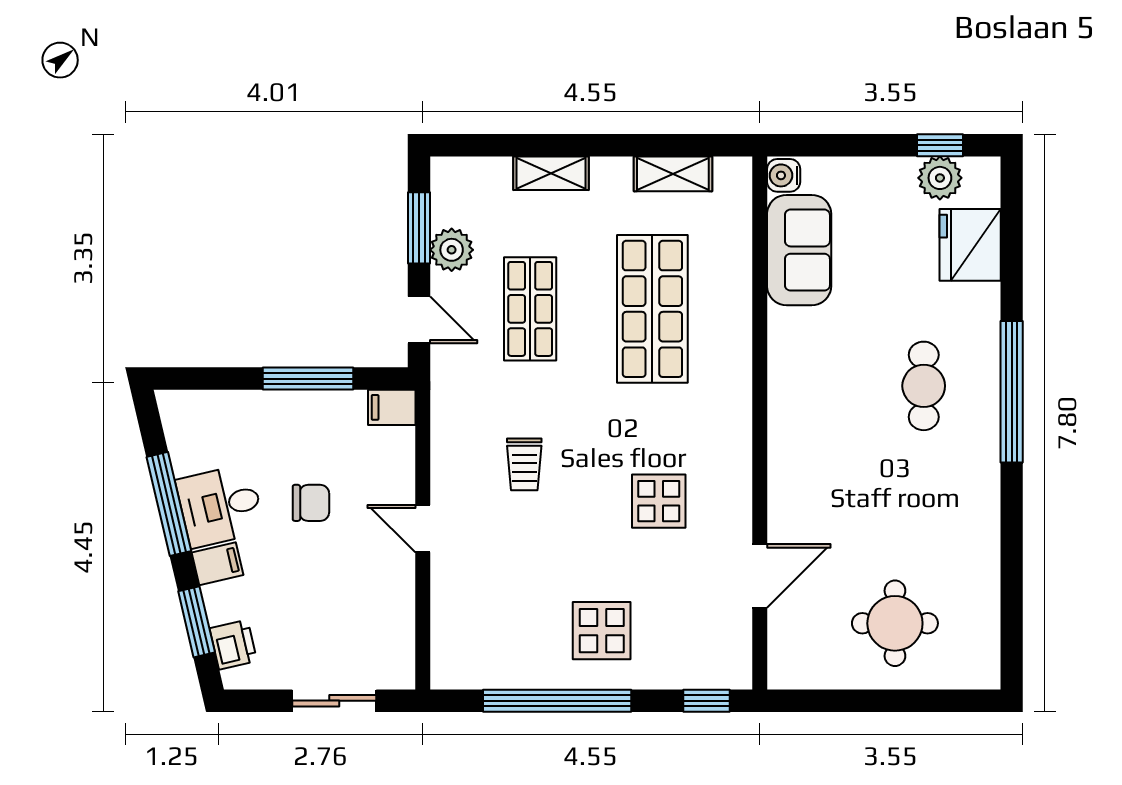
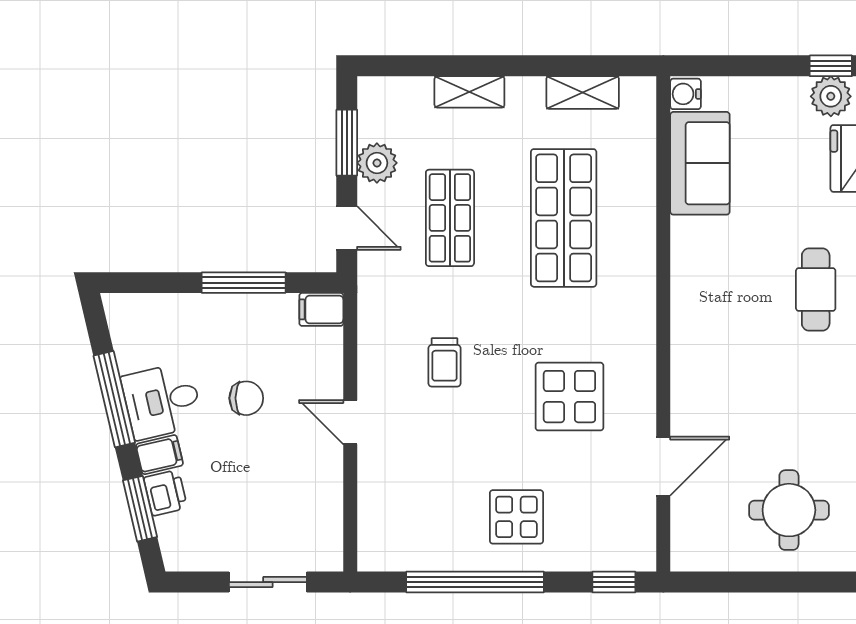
display table: (659, 501) -> (569, 397), width x1.36, depth x1.36
printer: (233, 645) -> (165, 493), moved

